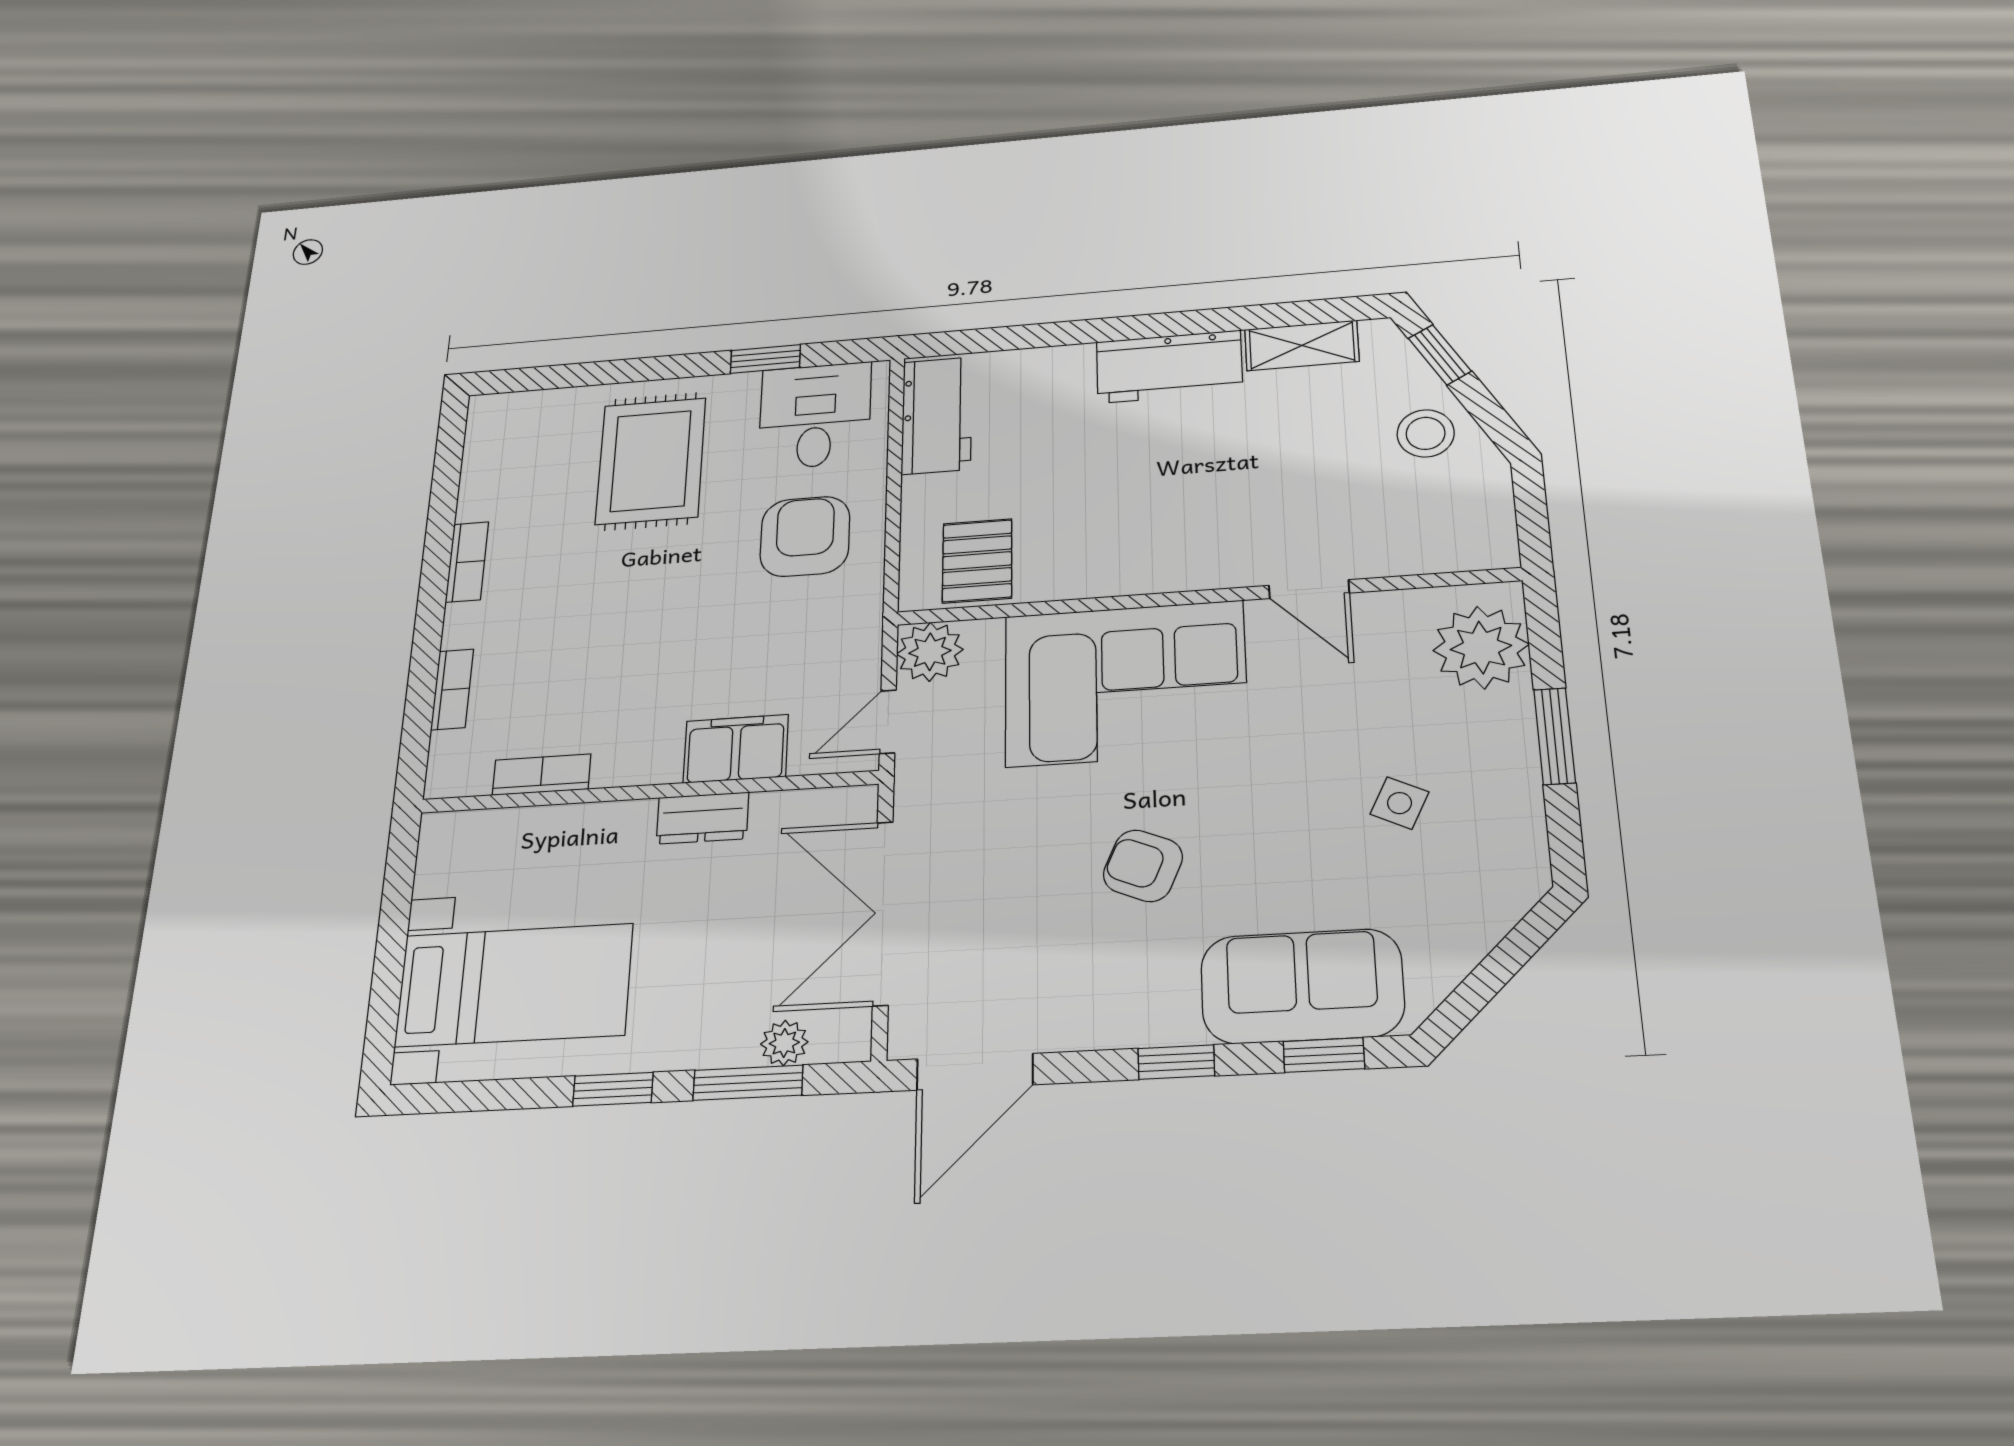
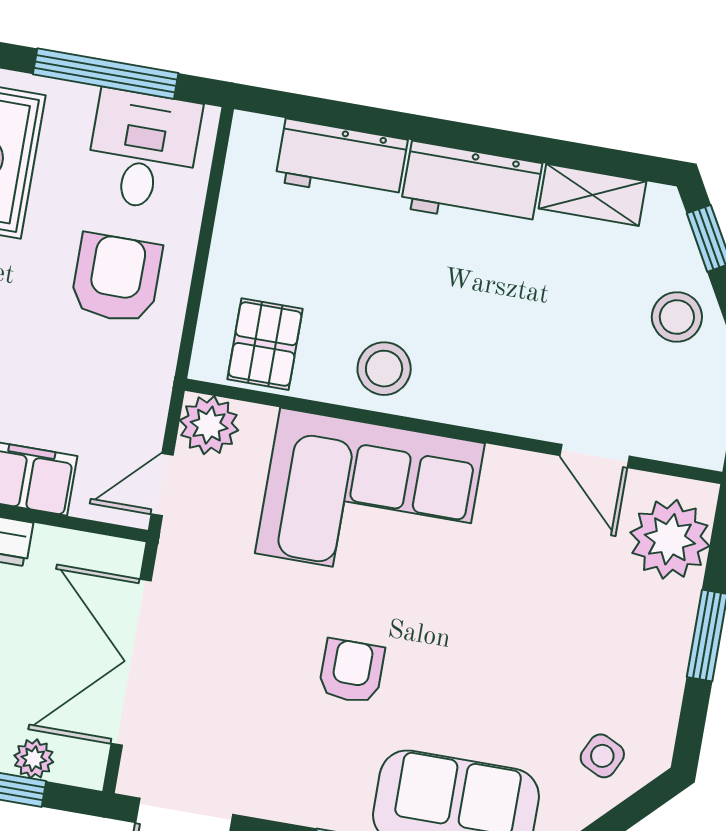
window: (765, 359) -> (106, 74), width x2.17
workbench: (937, 415) -> (341, 160), moved, turned 90
stool: (1113, 554) -> (384, 369), added
door: (1309, 589) -> (594, 456), moved
side table: (1400, 803) -> (602, 756), moved
armchair: (1143, 866) -> (352, 671), turned 67

